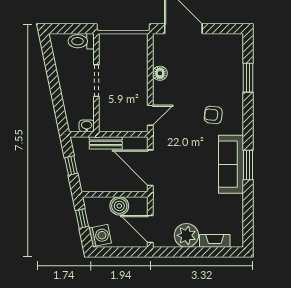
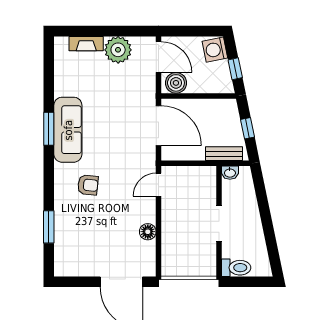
bench: (106, 143) -> (224, 154), moved
boiler: (119, 206) -> (176, 83), moved

